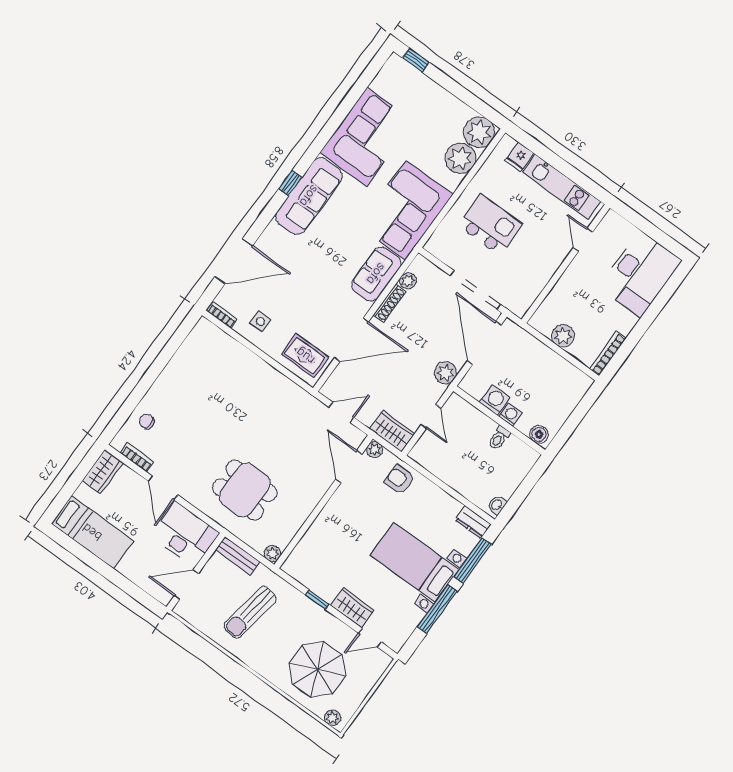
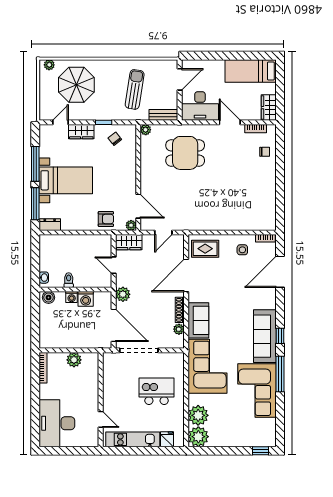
window: (324, 137) -> (280, 374), added
kitchen island: (490, 225) -> (157, 391), turned 180
washbasin: (497, 505) -> (44, 278), moved
chair: (318, 569) -> (115, 139), added

